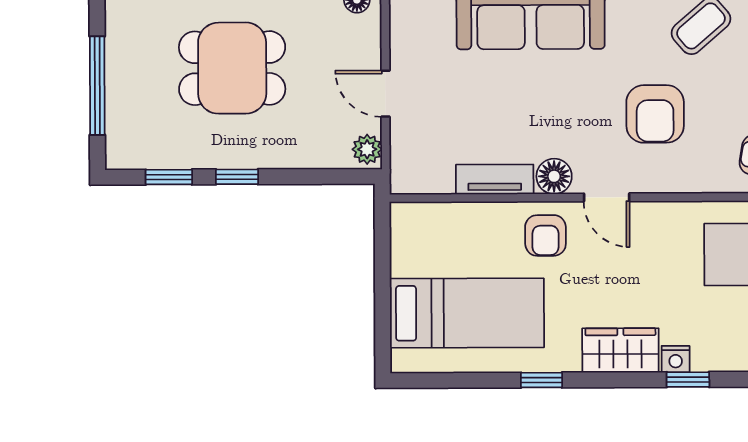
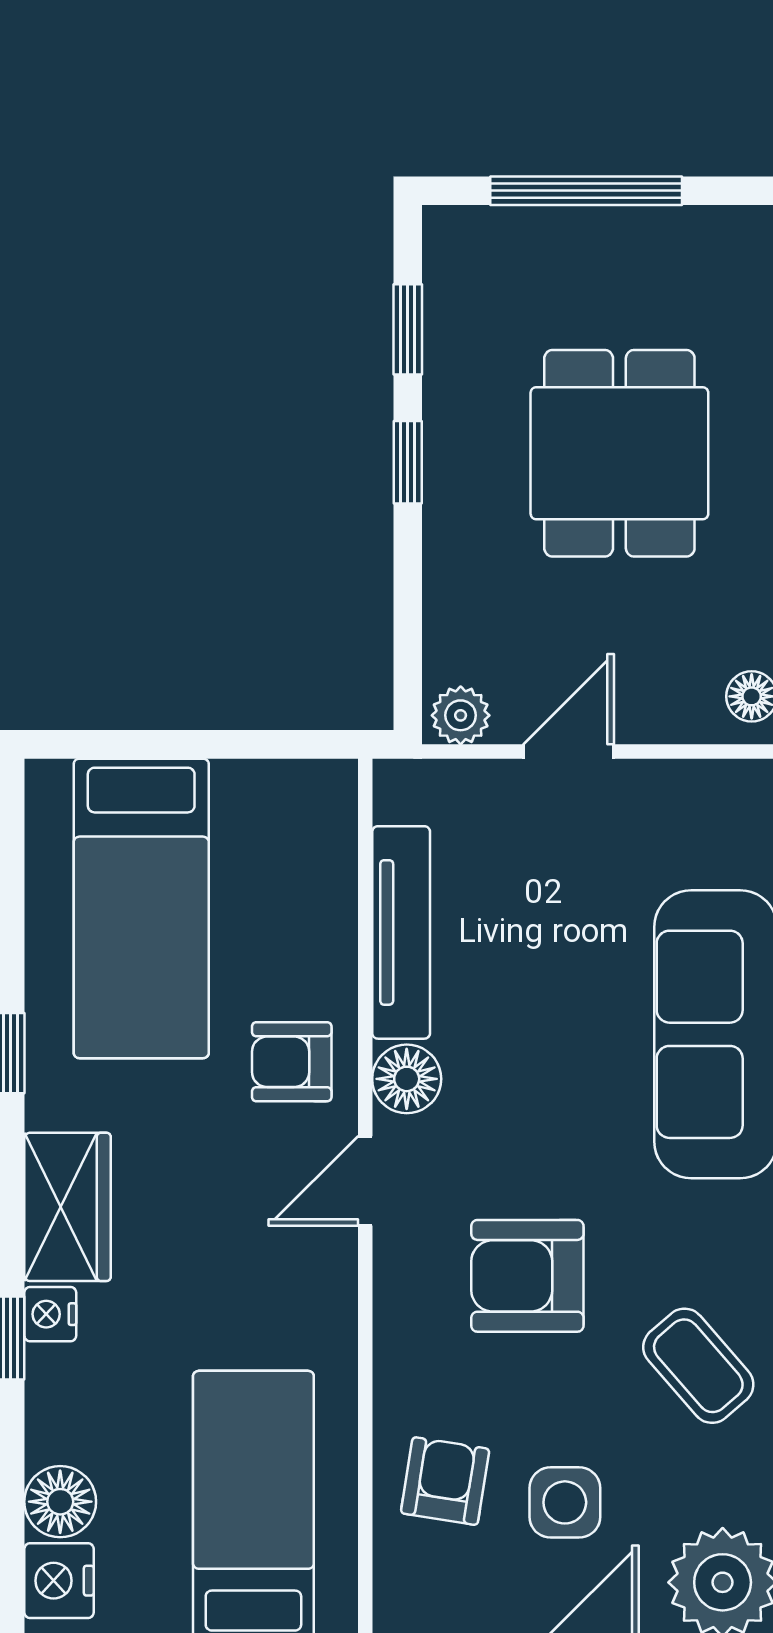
tv unit: (495, 179) -> (401, 932), width x1.41

